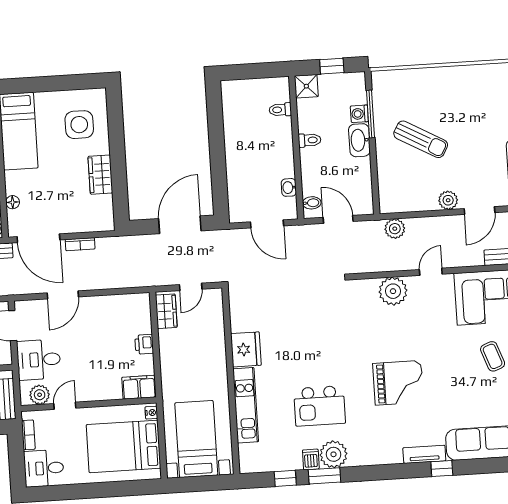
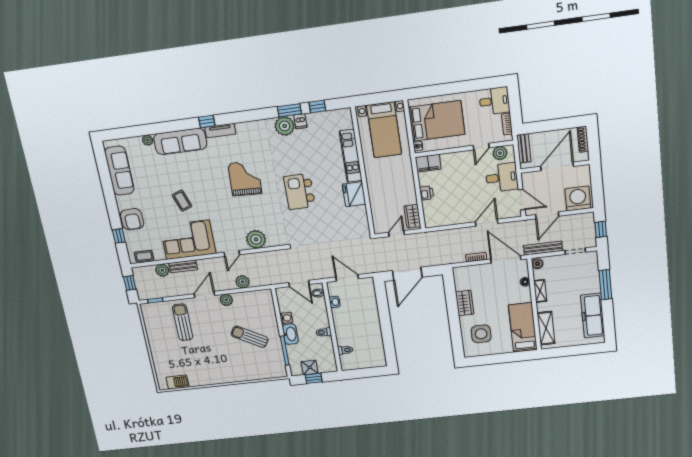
shower: (306, 86) -> (310, 367), moved
washing machine: (359, 114) -> (286, 318), moved
plant: (395, 229) -> (243, 282), moved
grand piano: (398, 383) -> (245, 178), turned 92
kitchen island: (320, 406) -> (300, 192), moved, turned -90

